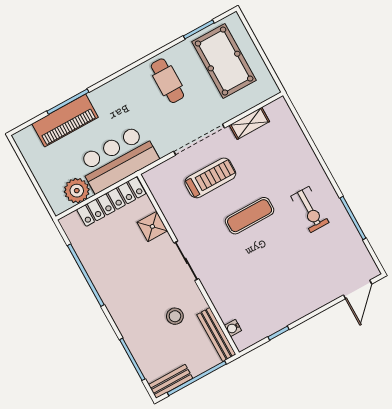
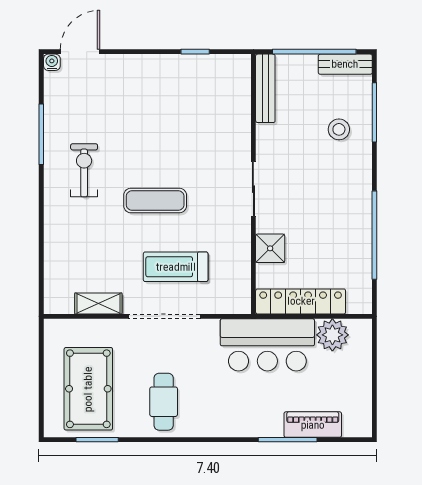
piano: (65, 120) -> (313, 425), width x0.73, depth x0.75
stool: (175, 316) -> (339, 129), moved
water cooler: (233, 328) -> (52, 62), moved, turned -90

